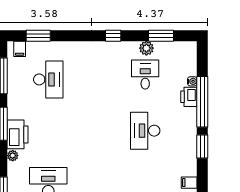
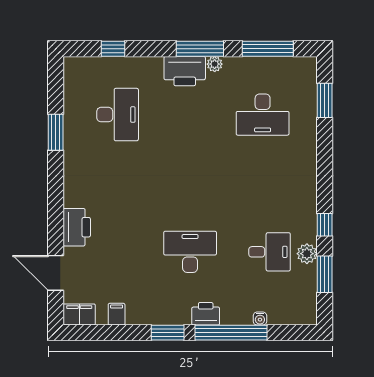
window: (113, 36) -> (325, 225), moved
filing cabinet: (20, 49) -> (306, 74), removed
printer: (189, 97) -> (206, 314), moved
plant: (13, 156) -> (215, 64), moved

